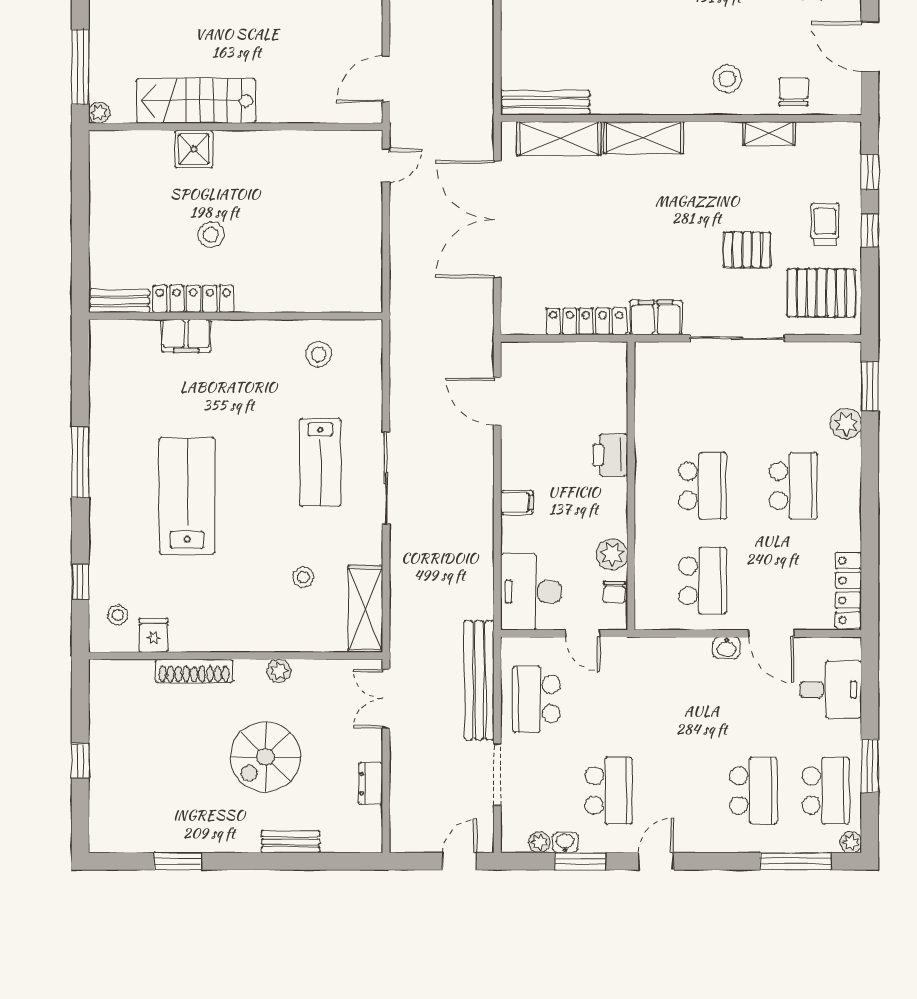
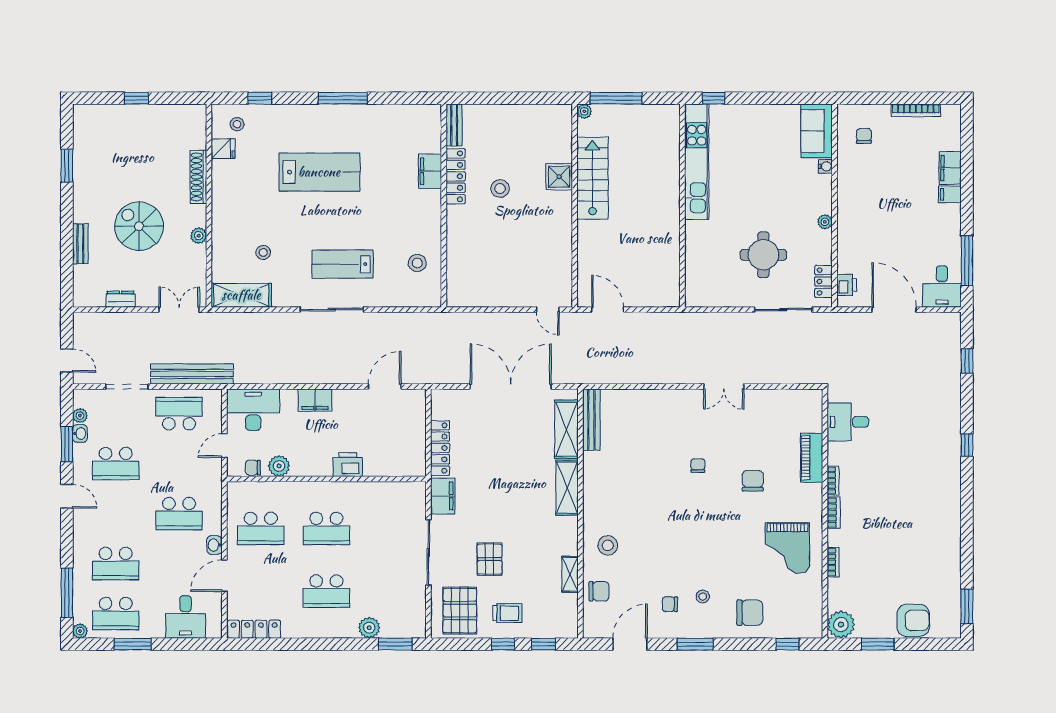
filing cabinet: (517, 502) -> (315, 400), width x2.00
school desk: (681, 699) -> (179, 514), added

